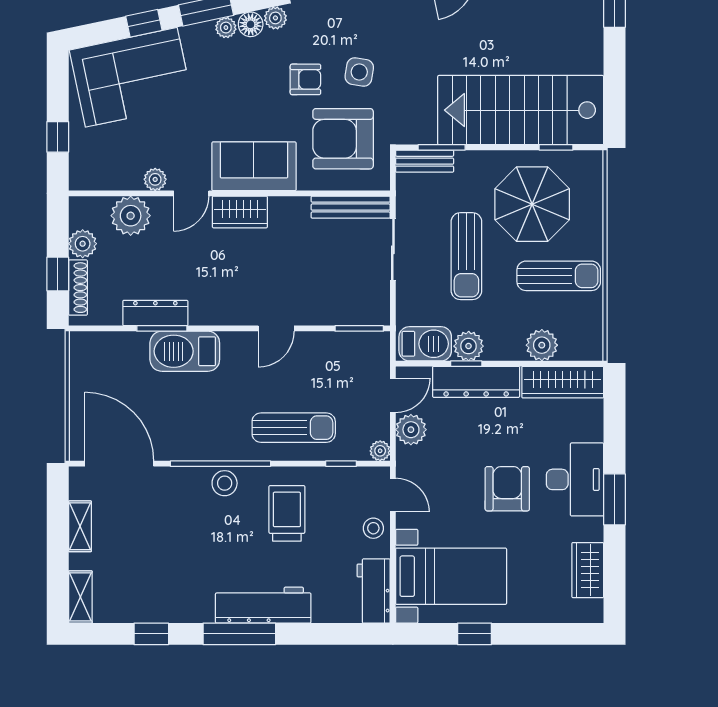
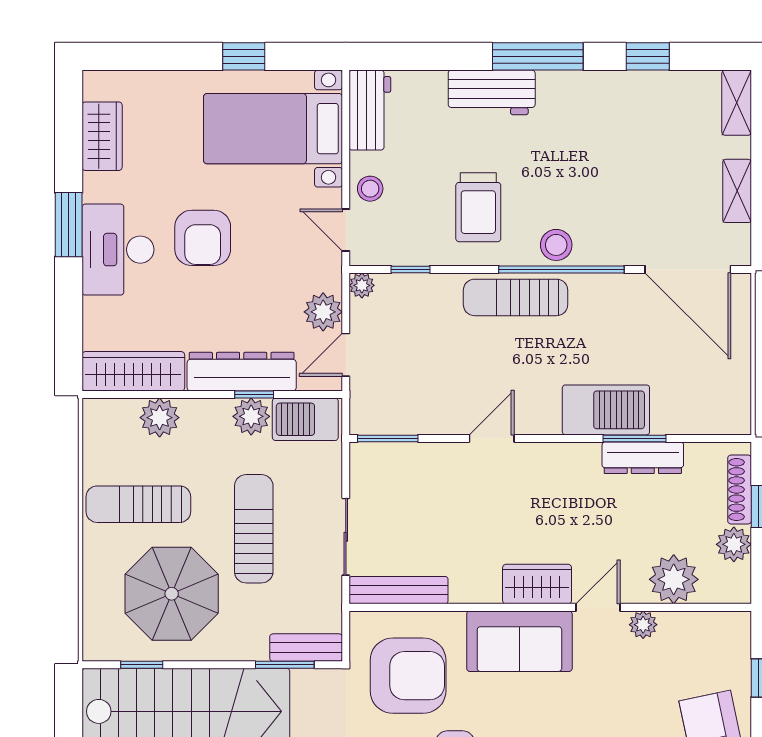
sun lounger: (294, 428) -> (516, 297), moved
workbench: (263, 605) -> (492, 92), width x0.73

